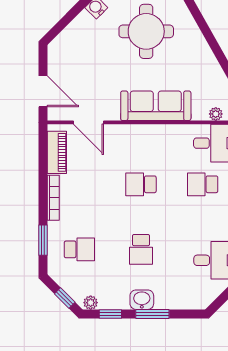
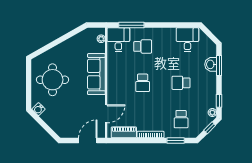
school desk: (203, 184) -> (143, 46), turned -90
school desk: (79, 249) -> (181, 119), turned 180
school desk: (141, 249) -> (181, 83), turned 180
washbasin: (142, 300) -> (211, 64), moved
window: (152, 314) -> (219, 65), moved

